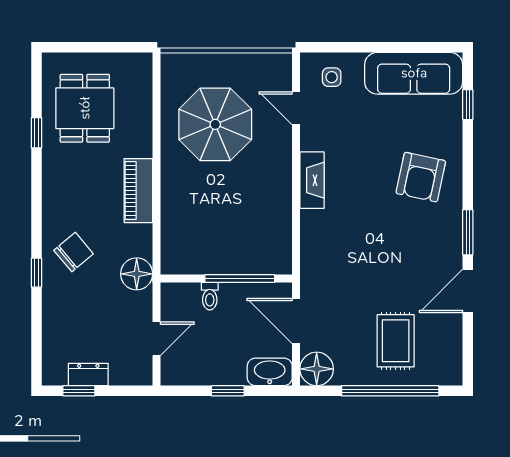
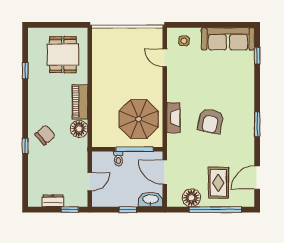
dining table: (85, 108) -> (63, 55), moved
parasol: (215, 124) -> (139, 119), moved
armchair: (421, 177) -> (211, 121), moved
fireplace: (312, 180) -> (173, 118), moved
floor lamp: (137, 274) -> (79, 129), moved
door: (468, 291) -> (257, 178), moved
floor lamp: (317, 369) -> (191, 198), moved
window: (79, 391) -> (70, 210), moved

